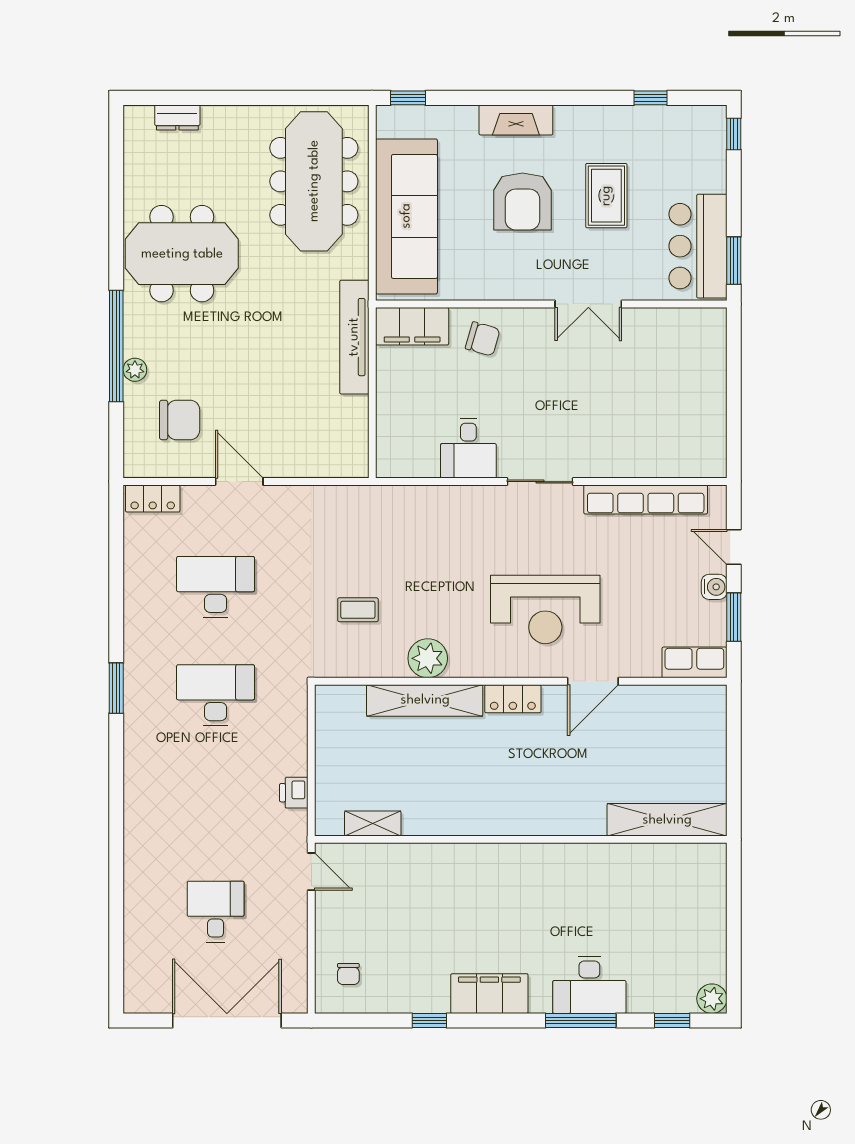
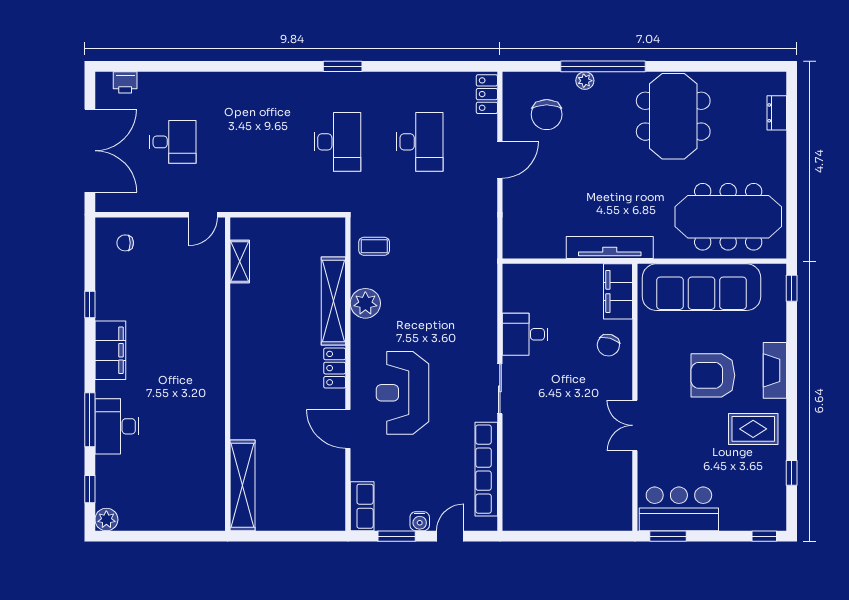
rug: (606, 196) -> (753, 429), moved
coffee table: (358, 610) -> (374, 246), moved, turned 90
printer: (294, 793) -> (125, 82), moved, turned 180

